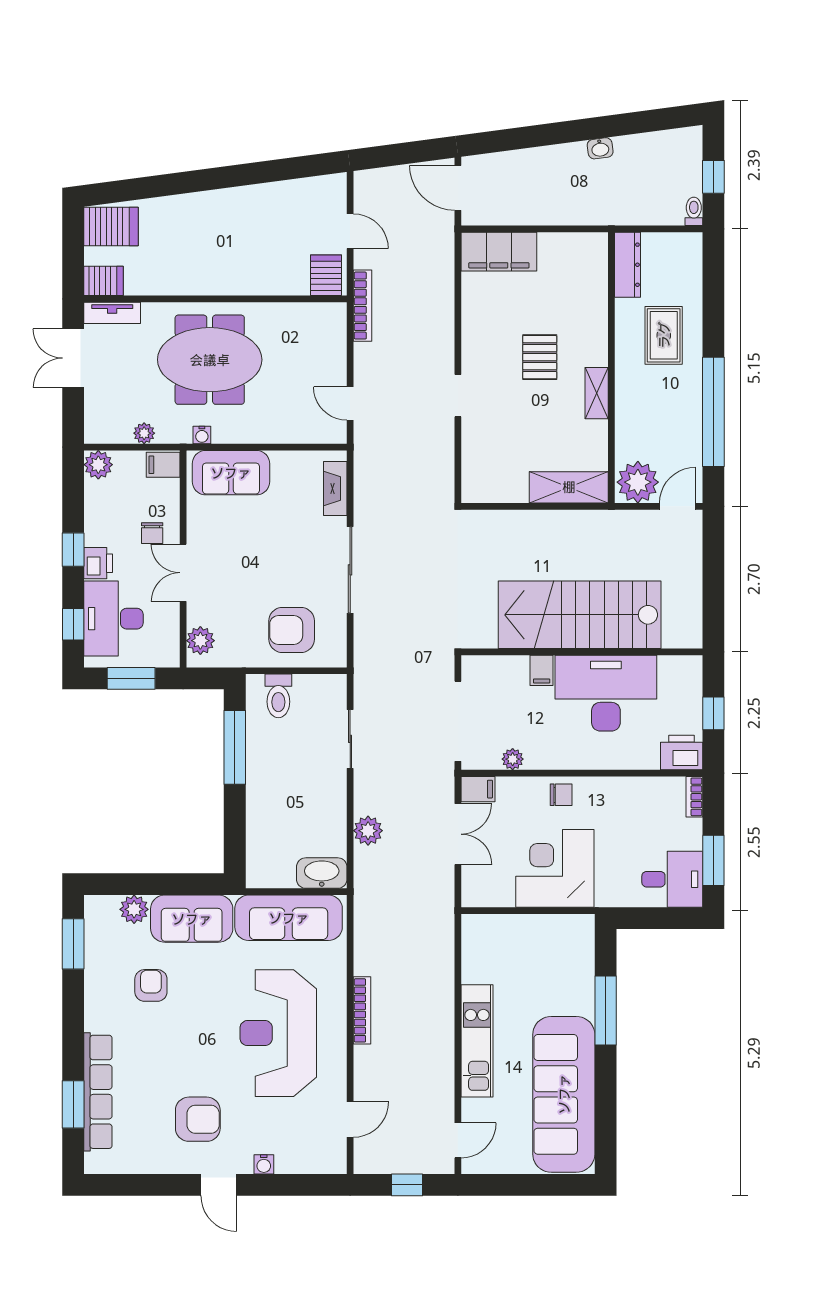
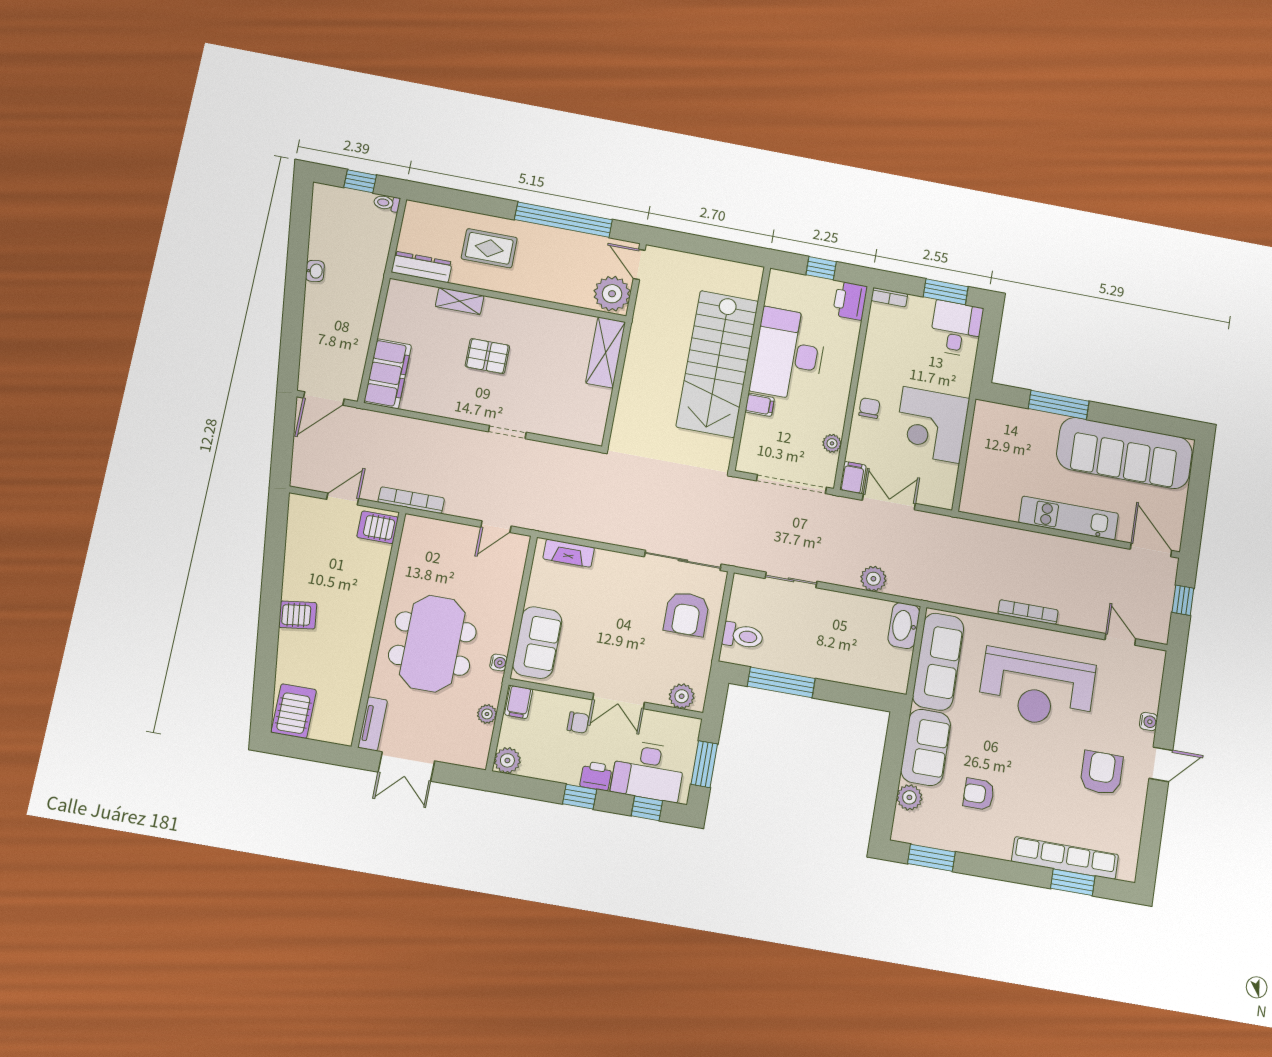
server rack: (104, 281) -> (298, 615), moved, turned 82
shelving: (597, 393) -> (460, 301), moved
sliding door: (350, 570) -> (683, 560), moved
door: (458, 1140) -> (1151, 550), width x1.38

